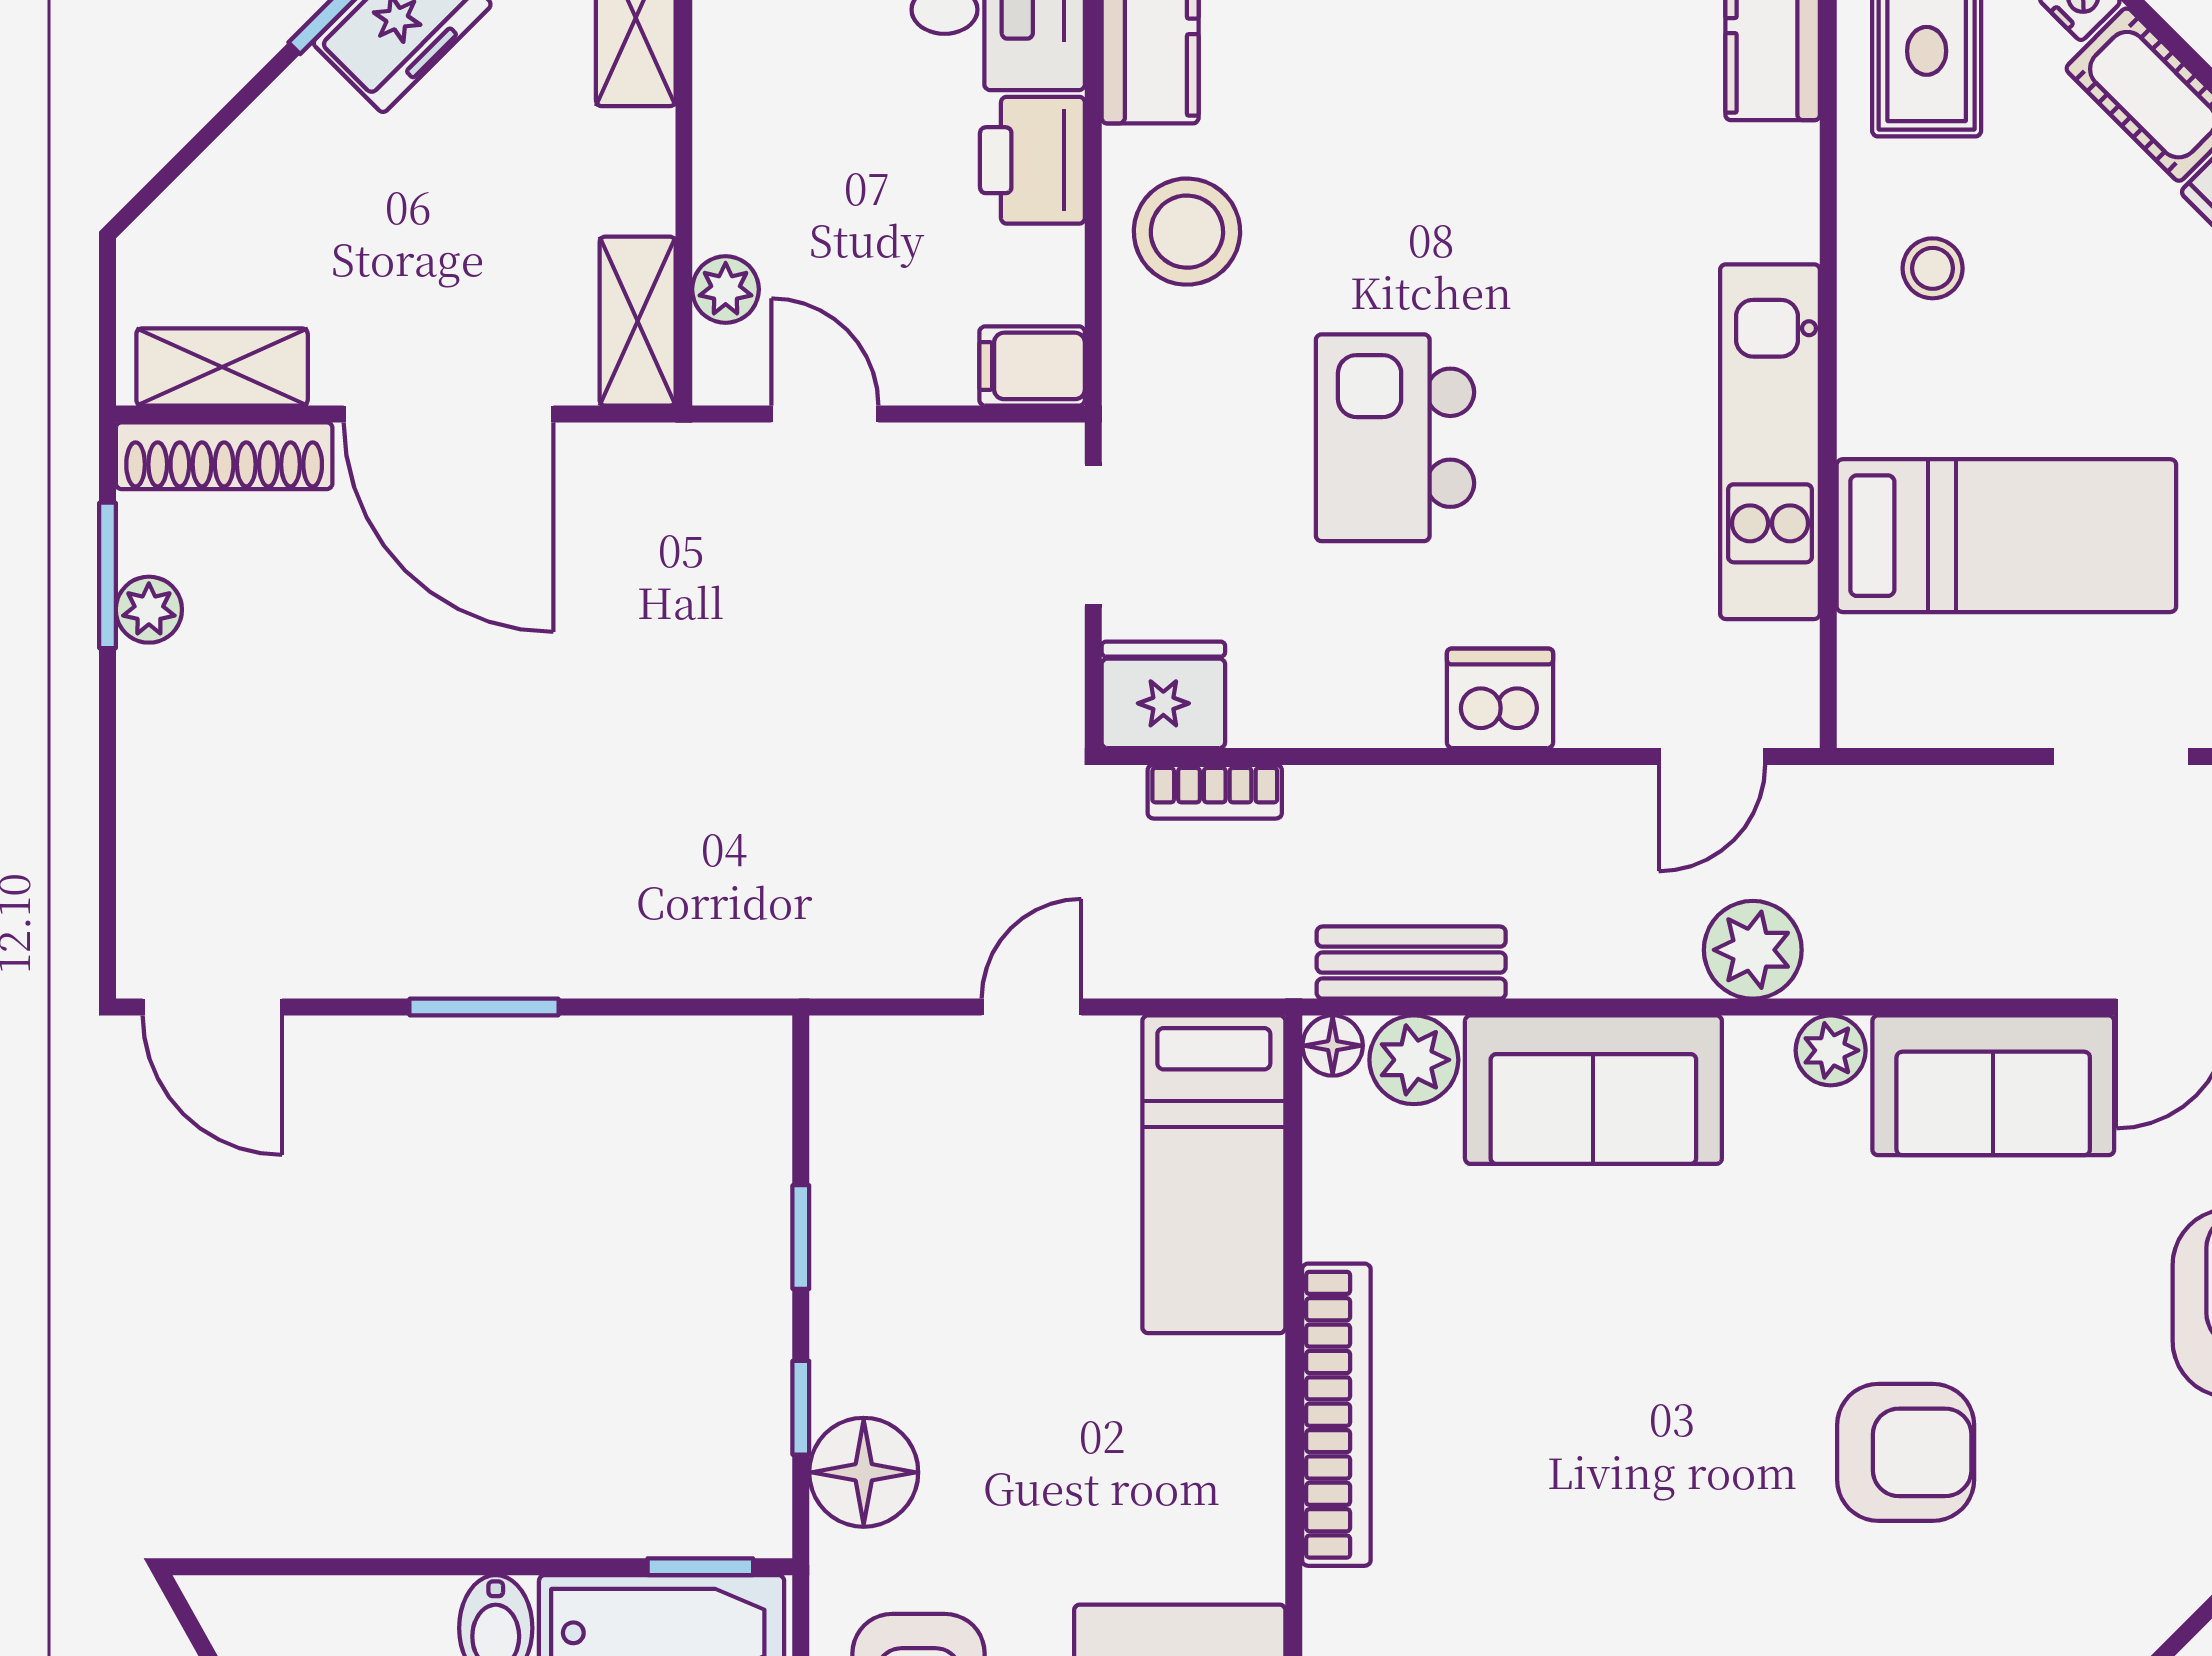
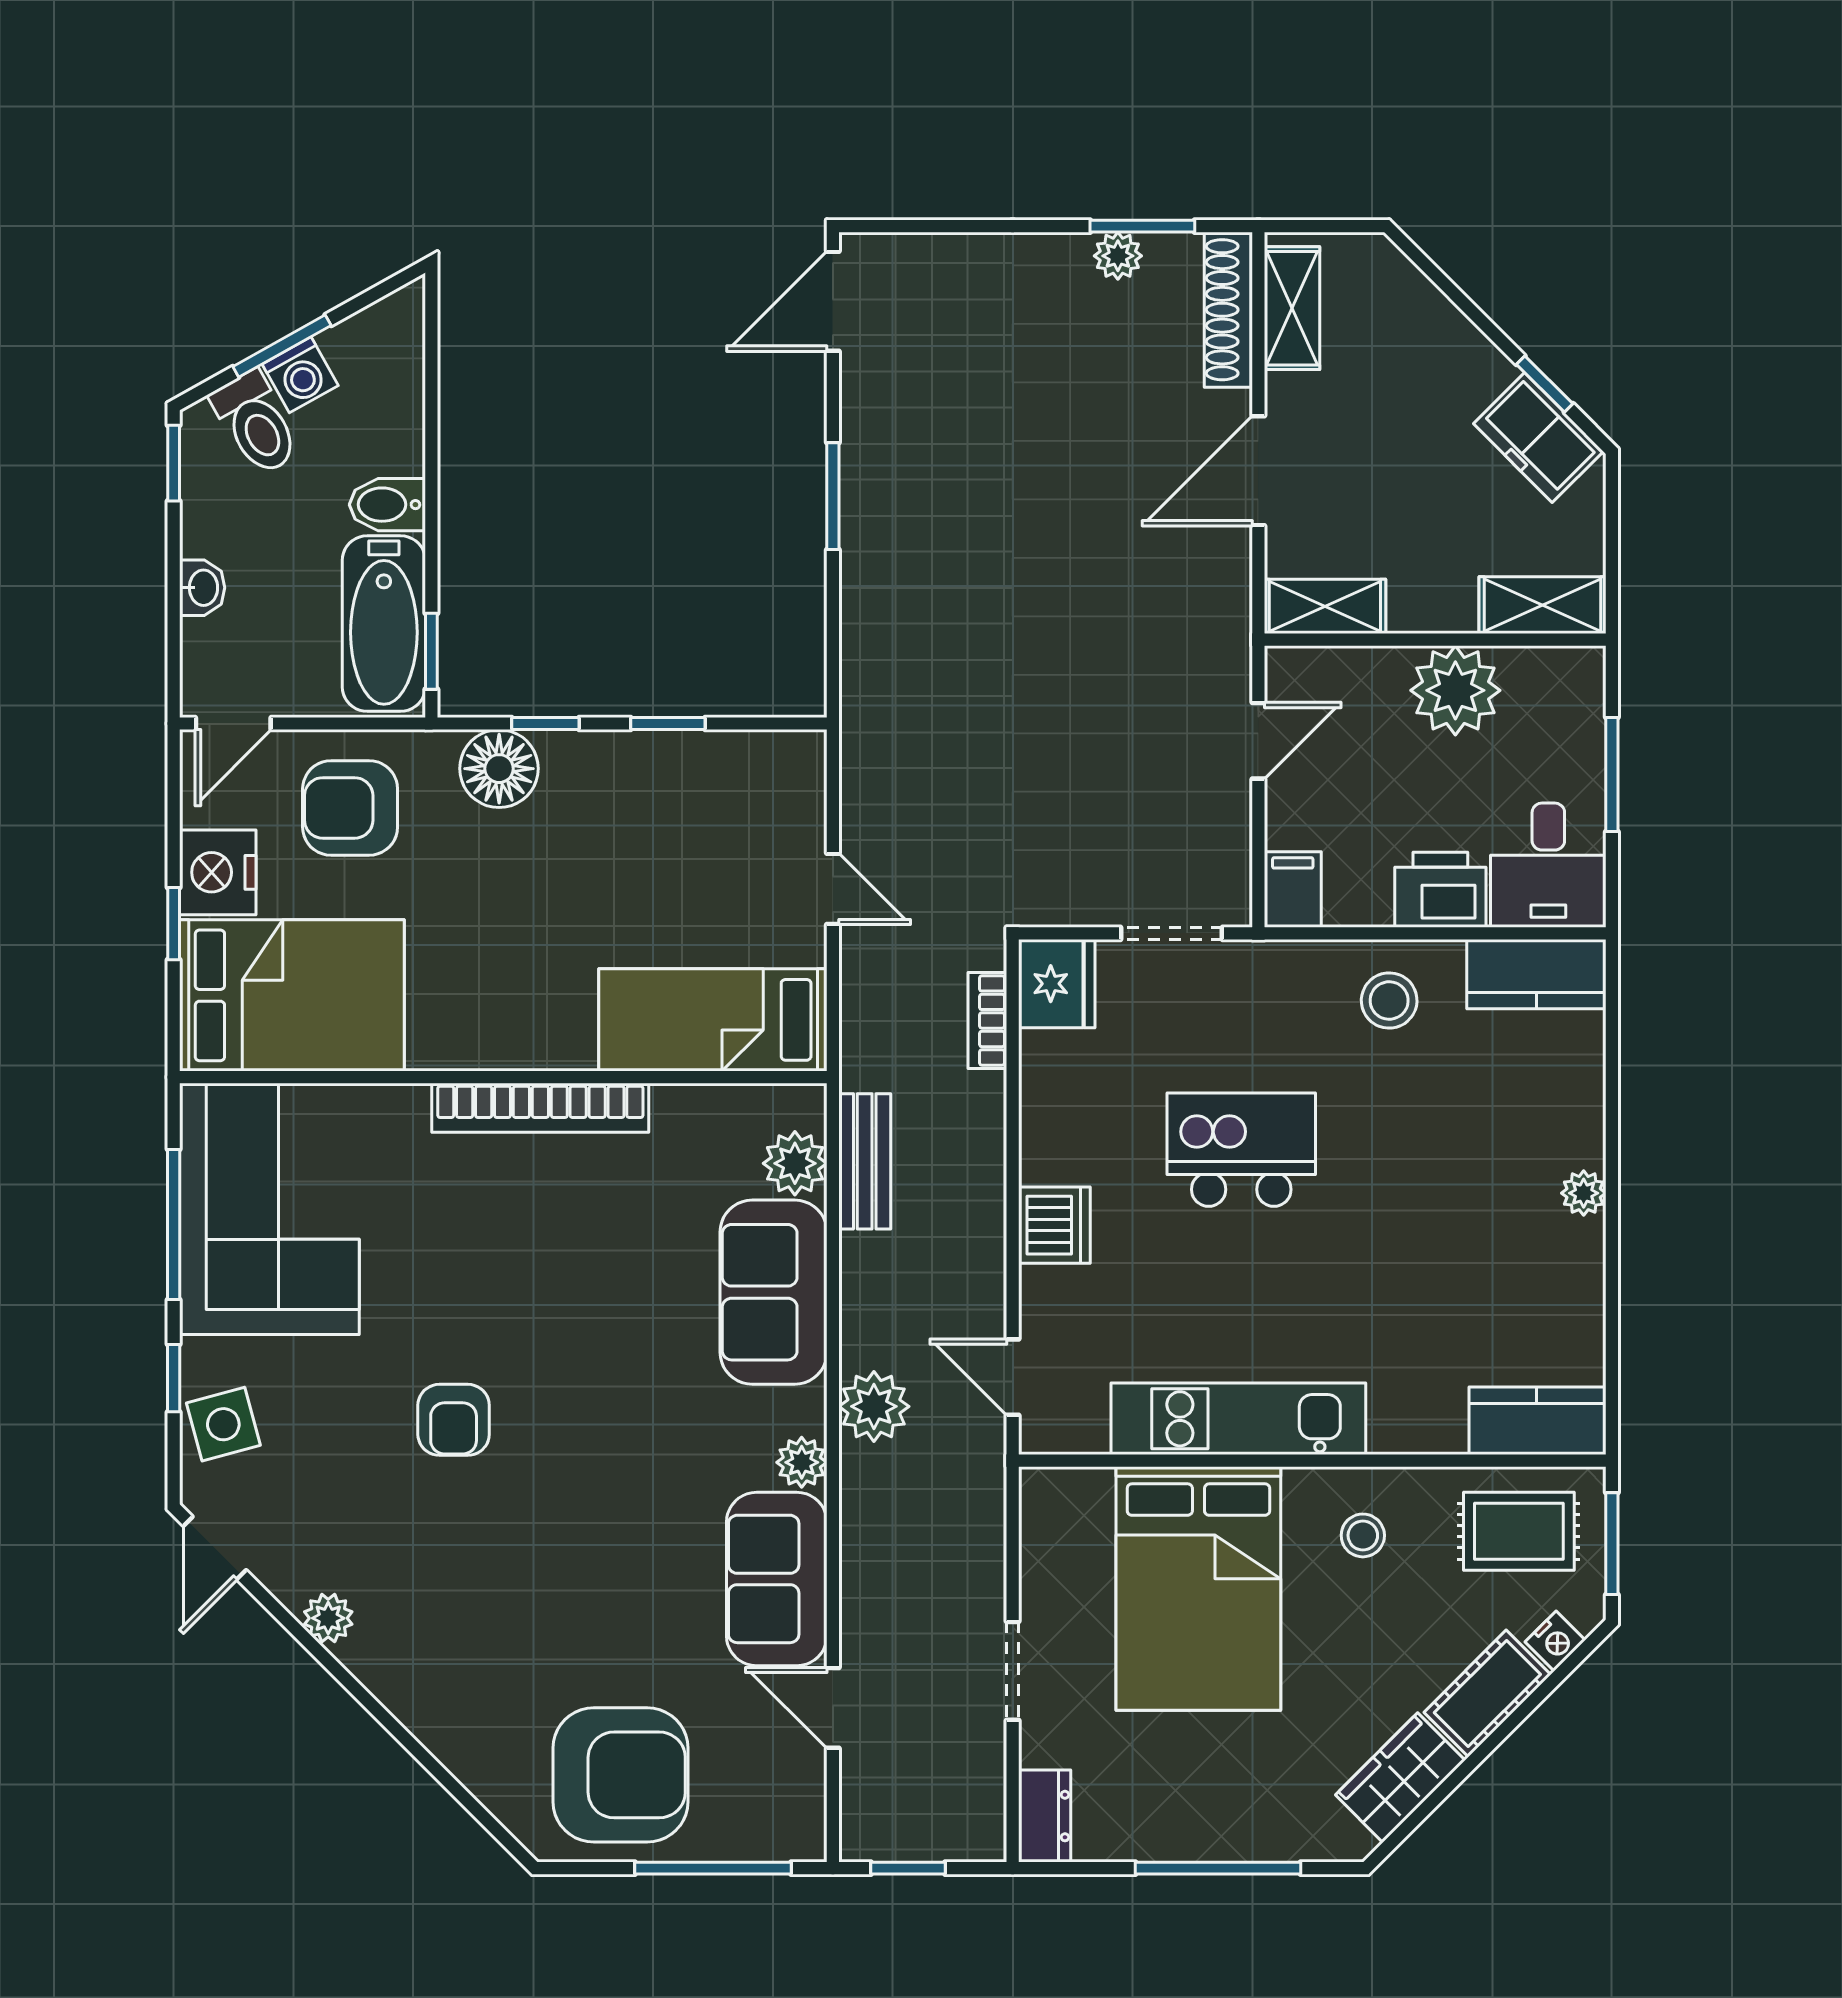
stool: (1187, 232) -> (1389, 1000), width x0.73, depth x0.73
plant: (726, 289) -> (1455, 690), moved, width x1.88, depth x1.88
door: (449, 414) -> (1258, 471), width x0.73
bed: (2006, 536) -> (1198, 1588), width x1.50
floor lamp: (1333, 1046) -> (805, 1105), removed
armchair: (1906, 1452) -> (454, 1420), moved, width x0.72, depth x0.72

